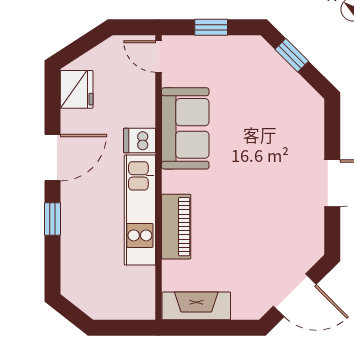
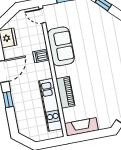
kitchen unit: (140, 210) -> (51, 105), moved

